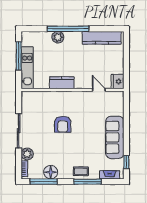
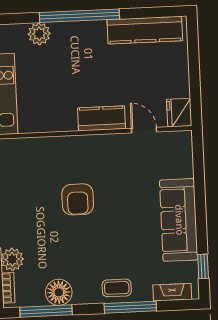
plant: (58, 37) -> (39, 34), moved
kitchen counter: (62, 83) -> (102, 118), moved

